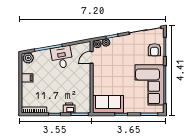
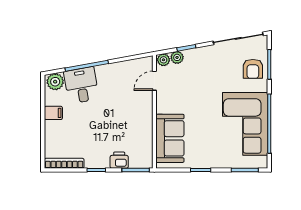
desk: (62, 57) -> (81, 85), moved
sofa: (108, 104) -> (170, 138), moved, turned 90

